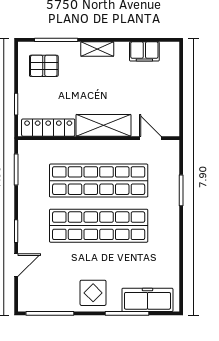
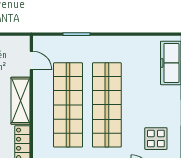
door: (150, 138) -> (31, 61), swing flipped
display table: (93, 293) -> (156, 139), moved

